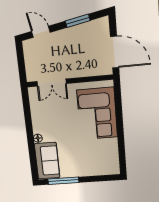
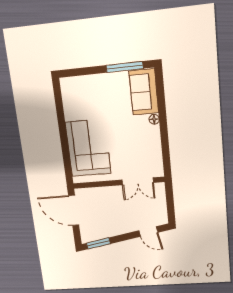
window: (78, 21) -> (98, 243), moved
double door: (52, 83) -> (138, 181), swing flipped

